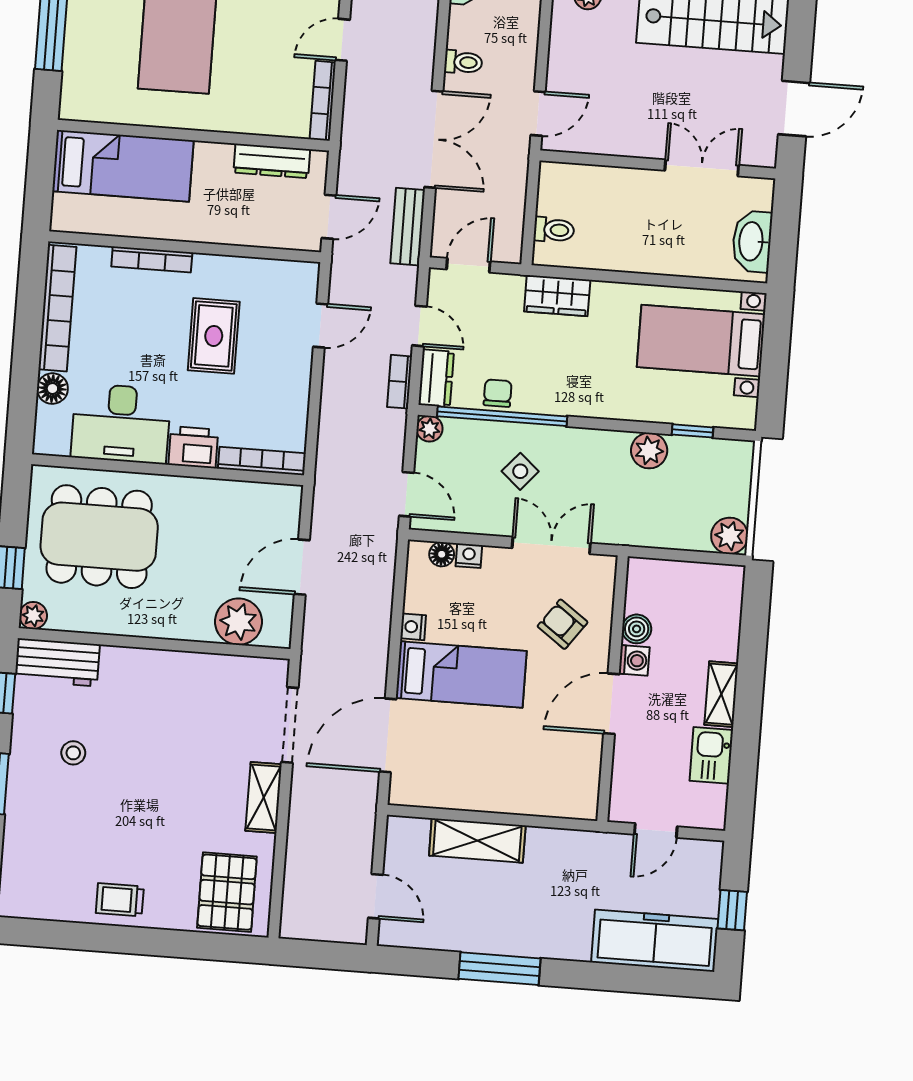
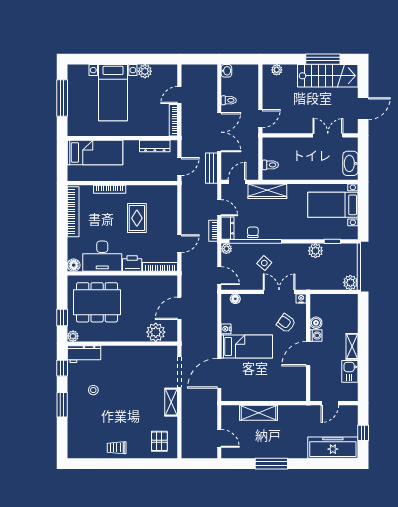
wardrobe: (557, 296) -> (267, 191), width x1.50
door: (320, 326) -> (179, 244), moved
floor lamp: (52, 389) -> (74, 265), moved
nightstand: (469, 556) -> (301, 299), moved
pallet: (227, 892) -> (159, 441), width x0.67, depth x0.71

